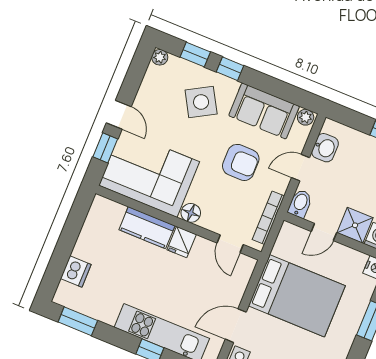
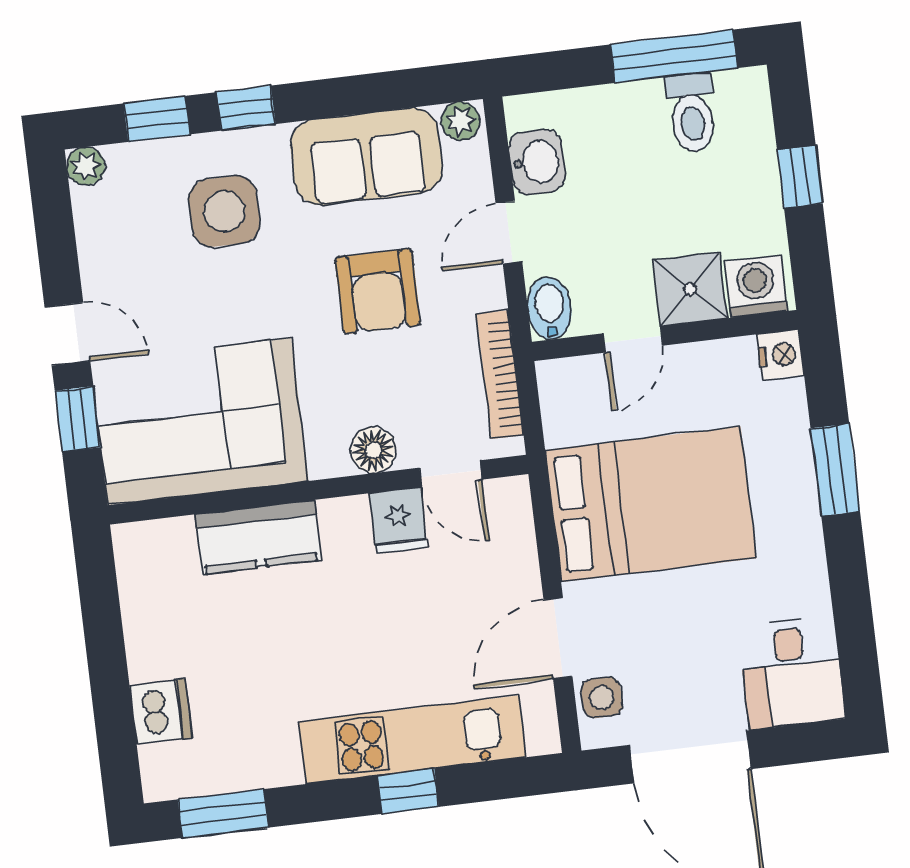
side table: (201, 102) -> (224, 211), turned 30
armchair: (241, 162) -> (378, 291), turned 90
floor lamp: (191, 213) -> (373, 450), moved
fridge: (182, 242) -> (398, 521), moved

